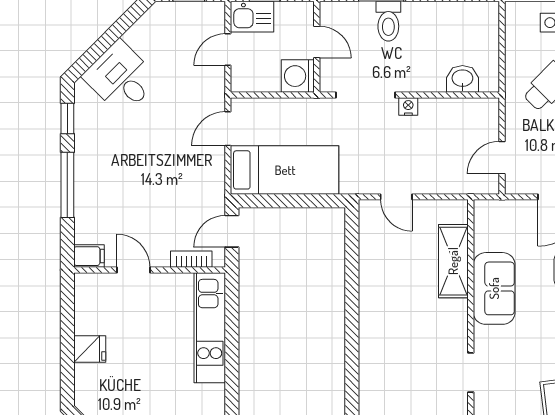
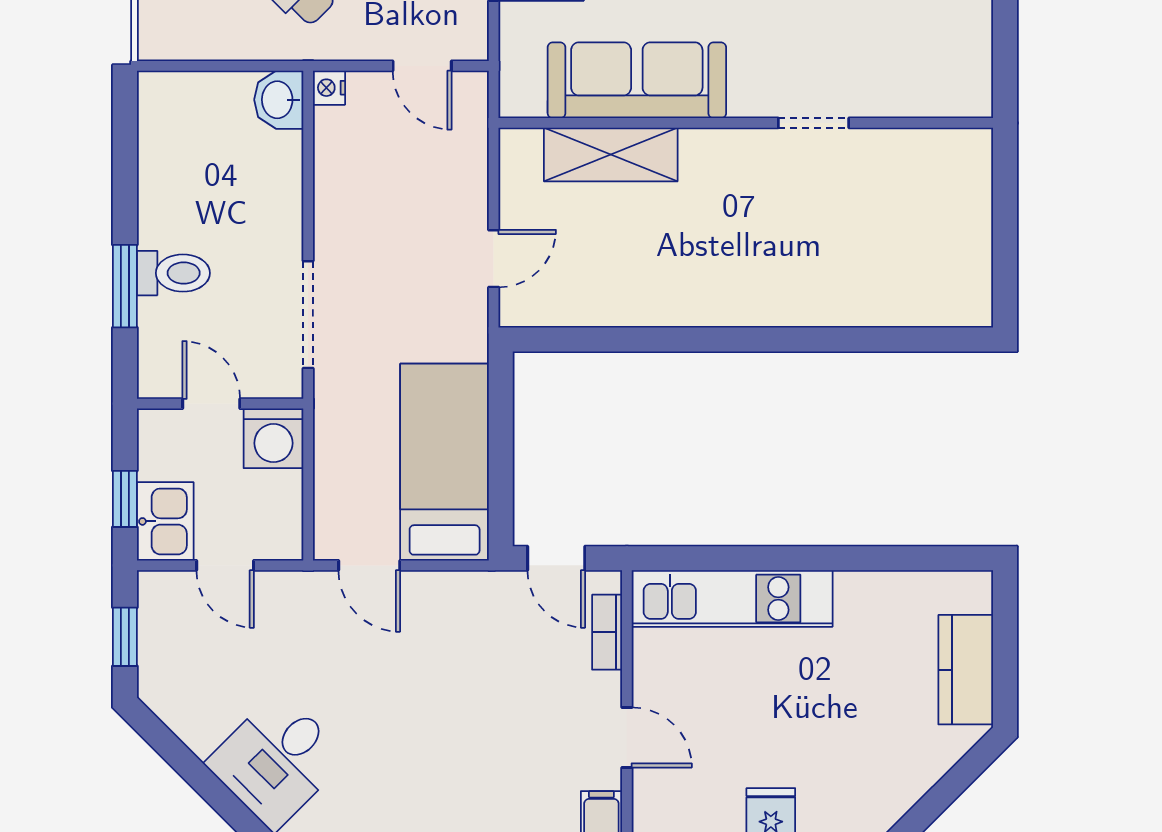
door: (317, 42) -> (211, 404), hinge flipped
washbasin: (462, 79) -> (279, 100), moved
nightstand: (408, 106) -> (329, 88), moved
door: (133, 270) -> (627, 737), swing flipped
sofa: (494, 288) -> (637, 80), width x1.36

